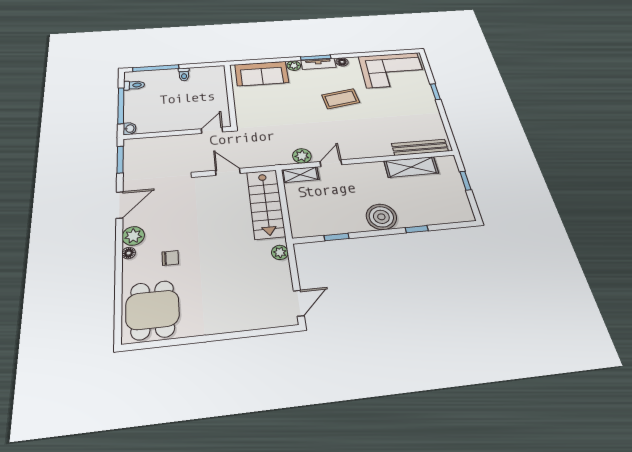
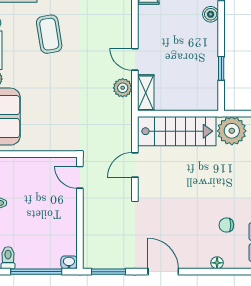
boiler: (381, 217) -> (211, 14), width x0.54, depth x0.54
plant: (133, 236) -> (199, 259), removed
plant: (280, 252) -> (232, 131), width x1.87, depth x1.87
chair: (170, 258) -> (226, 225), turned -90

